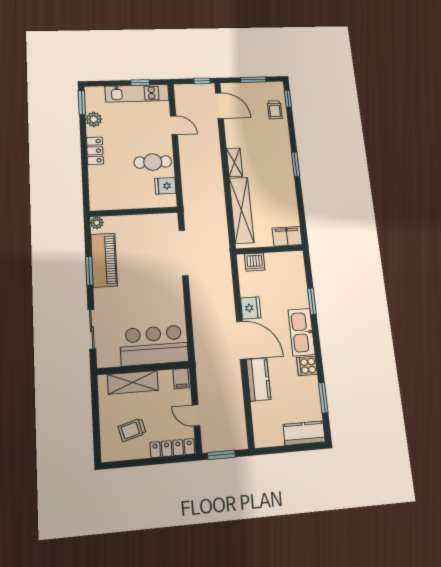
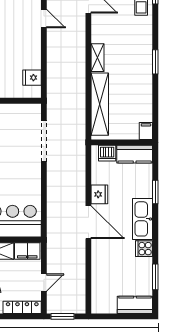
cafe table: (153, 162) -> (22, 54), removed
filing cabinet: (287, 236) -> (146, 131), width x0.50
filing cabinet: (181, 379) -> (27, 251), width x2.00
kitchen counter: (258, 379) -> (135, 154), moved, turned 90
door: (196, 415) -> (44, 283), swing flipped

